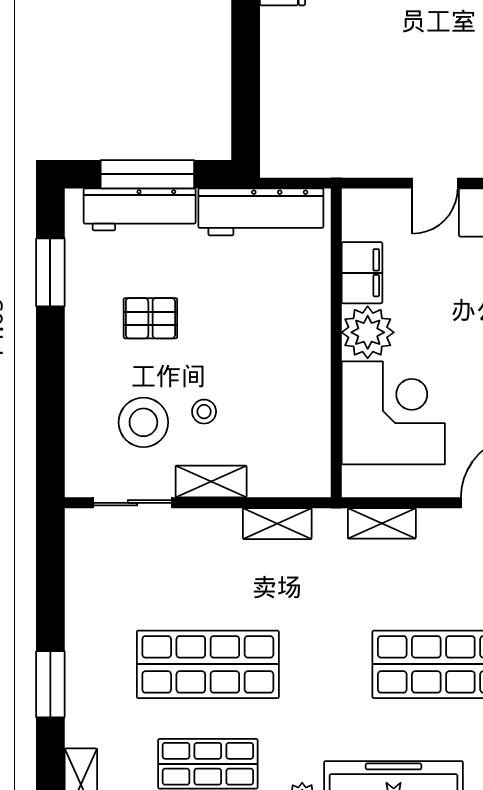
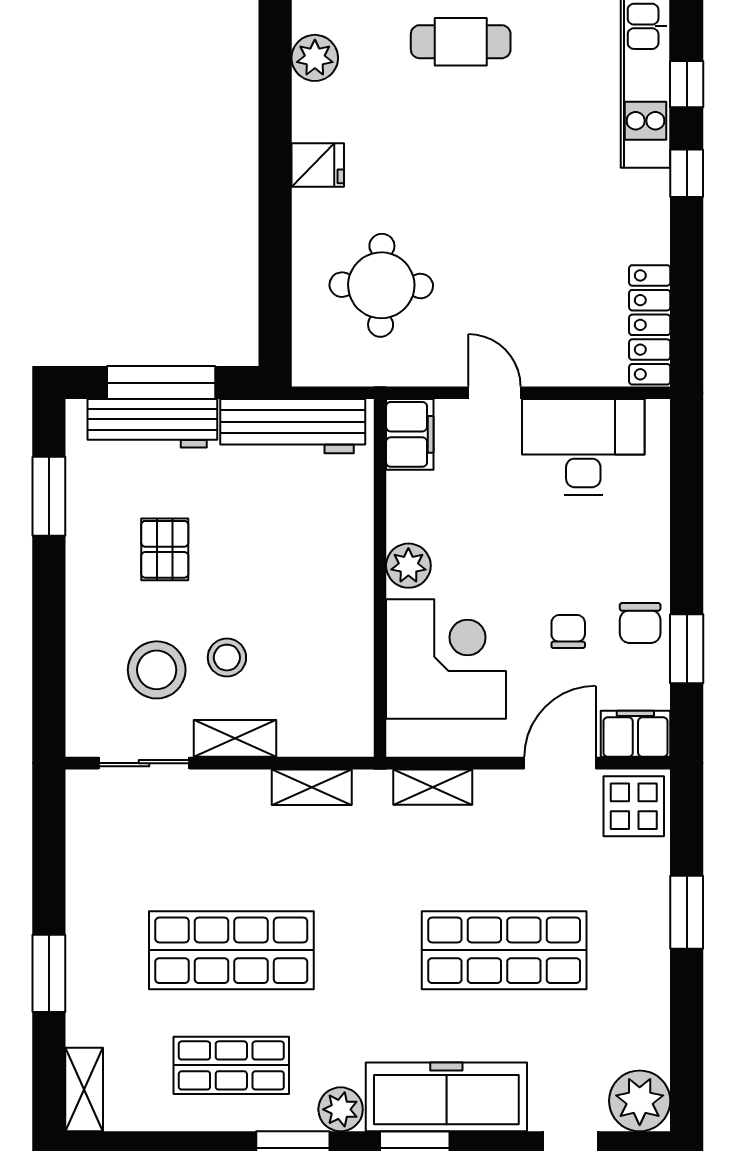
round table: (337, 90) -> (381, 285), added
door: (435, 183) -> (494, 393), swing flipped
filing cabinet: (362, 273) -> (410, 434), moved
pallet: (150, 318) -> (165, 549), turned 90
plant: (368, 332) -> (408, 566), width x0.73, depth x0.73
stool: (204, 412) -> (227, 658), width x1.37, depth x1.37

